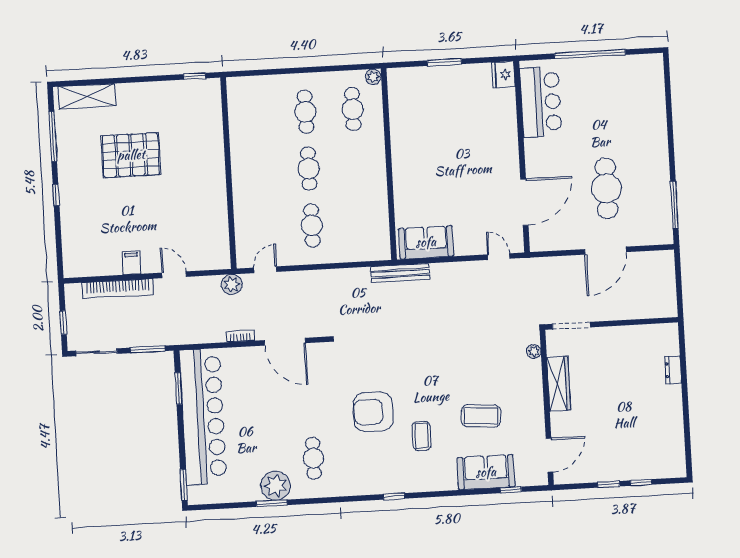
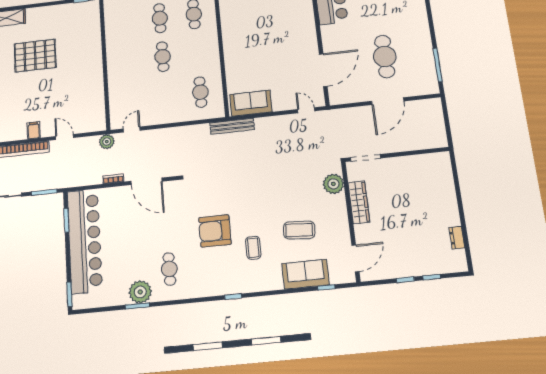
cafe table: (312, 225) -> (200, 92), moved
plant: (534, 351) -> (333, 184), width x1.87, depth x1.87
dresser: (673, 370) -> (457, 238), moved

